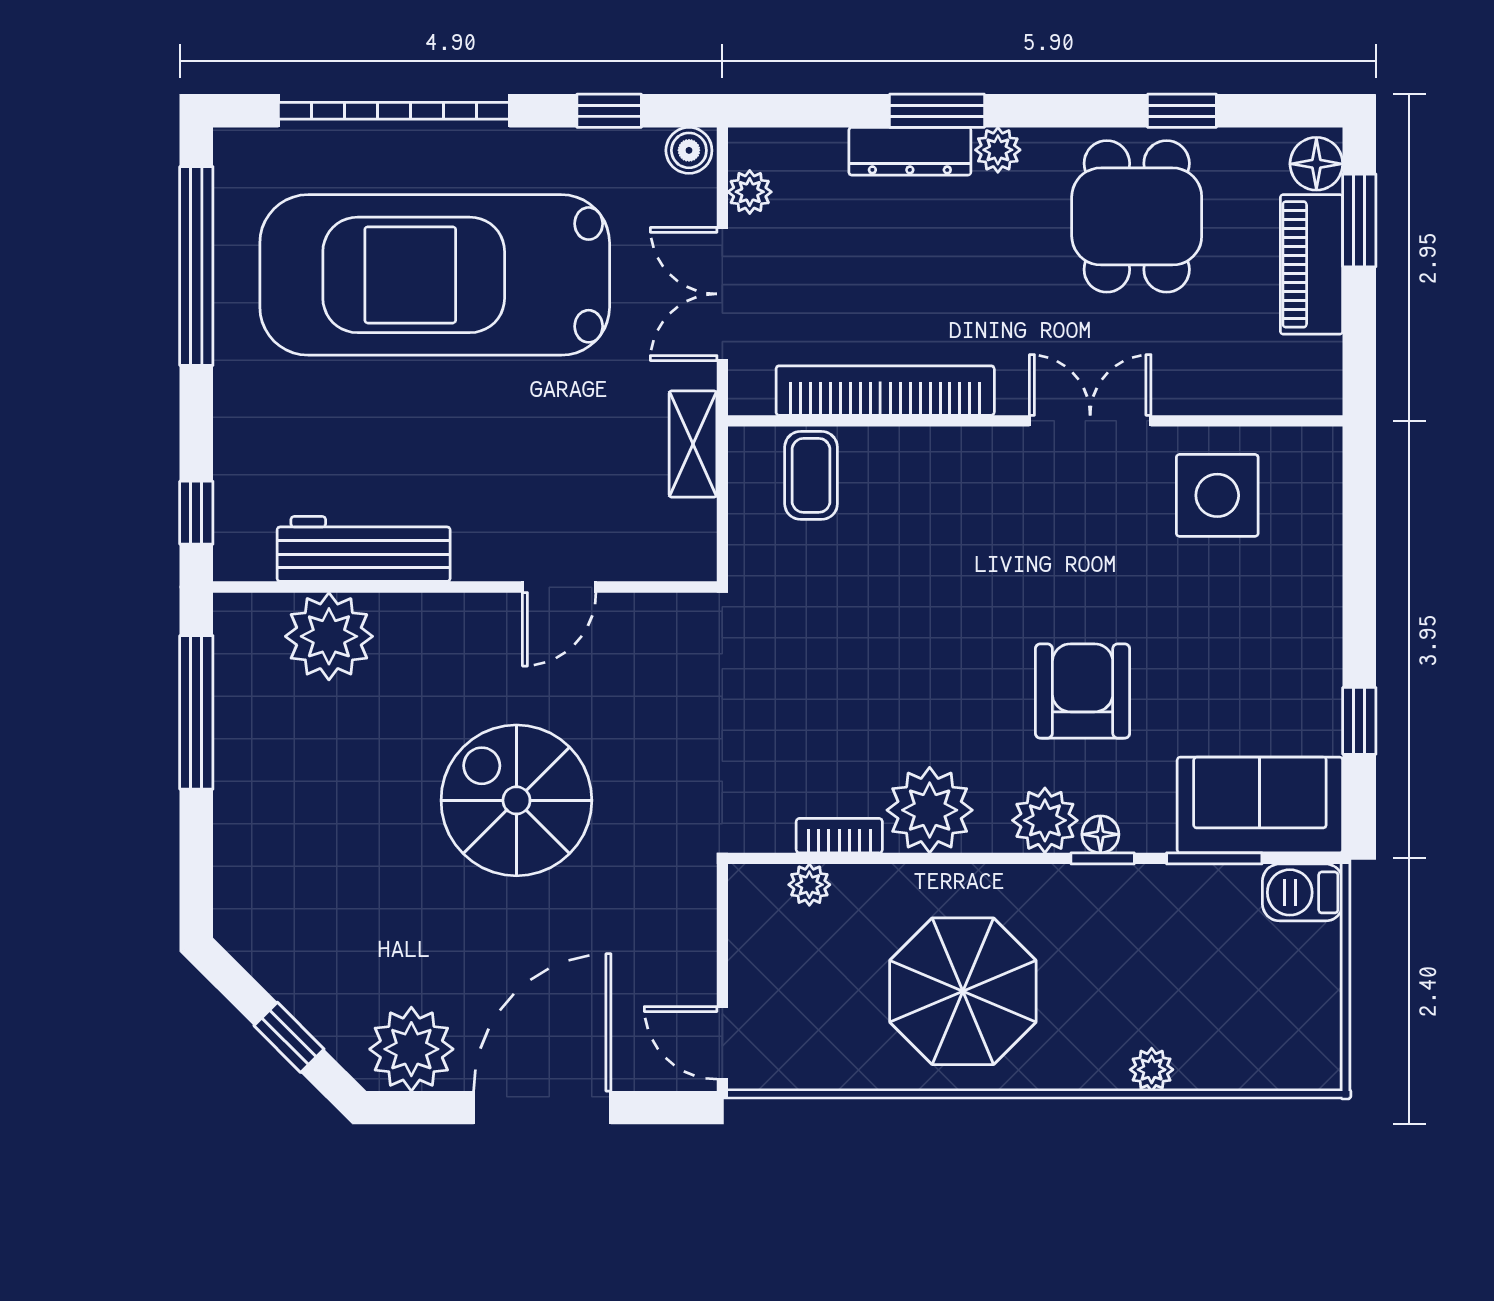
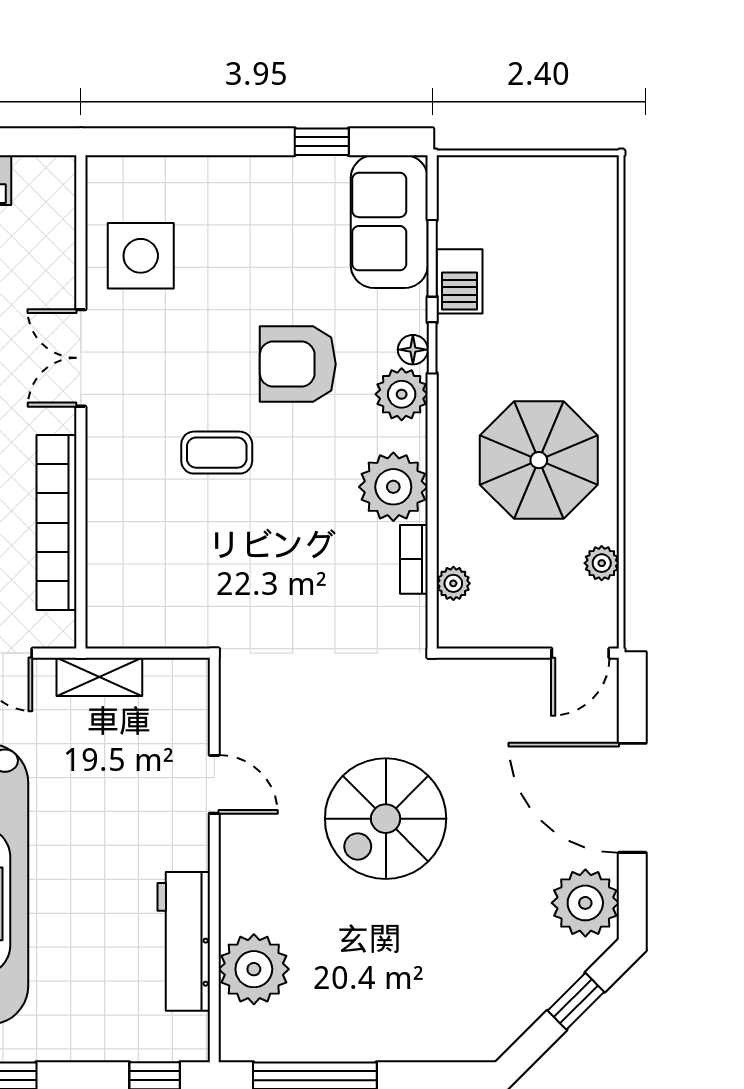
coffee table: (811, 475) -> (217, 453), moved
barbecue: (1303, 892) -> (460, 281), moved
plant: (1152, 1070) -> (602, 563), moved

